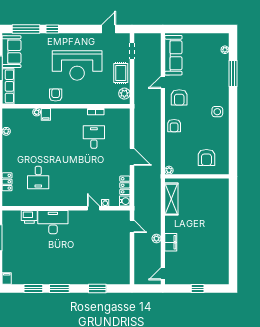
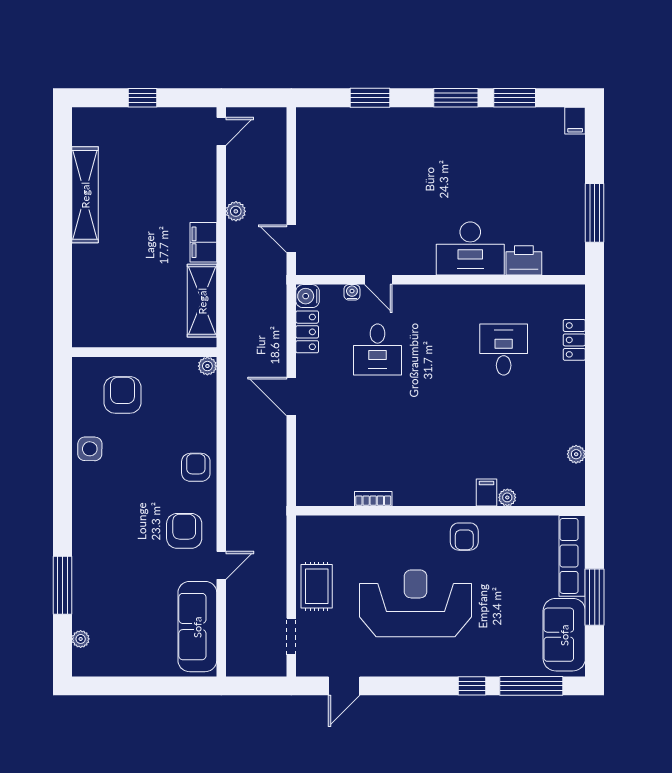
plant: (124, 94) -> (309, 540), removed
side table: (217, 112) -> (90, 449), moved
desk: (94, 137) -> (378, 349), moved
filing cabinet: (171, 242) -> (203, 242), moved
shelving: (223, 246) -> (85, 195), added

